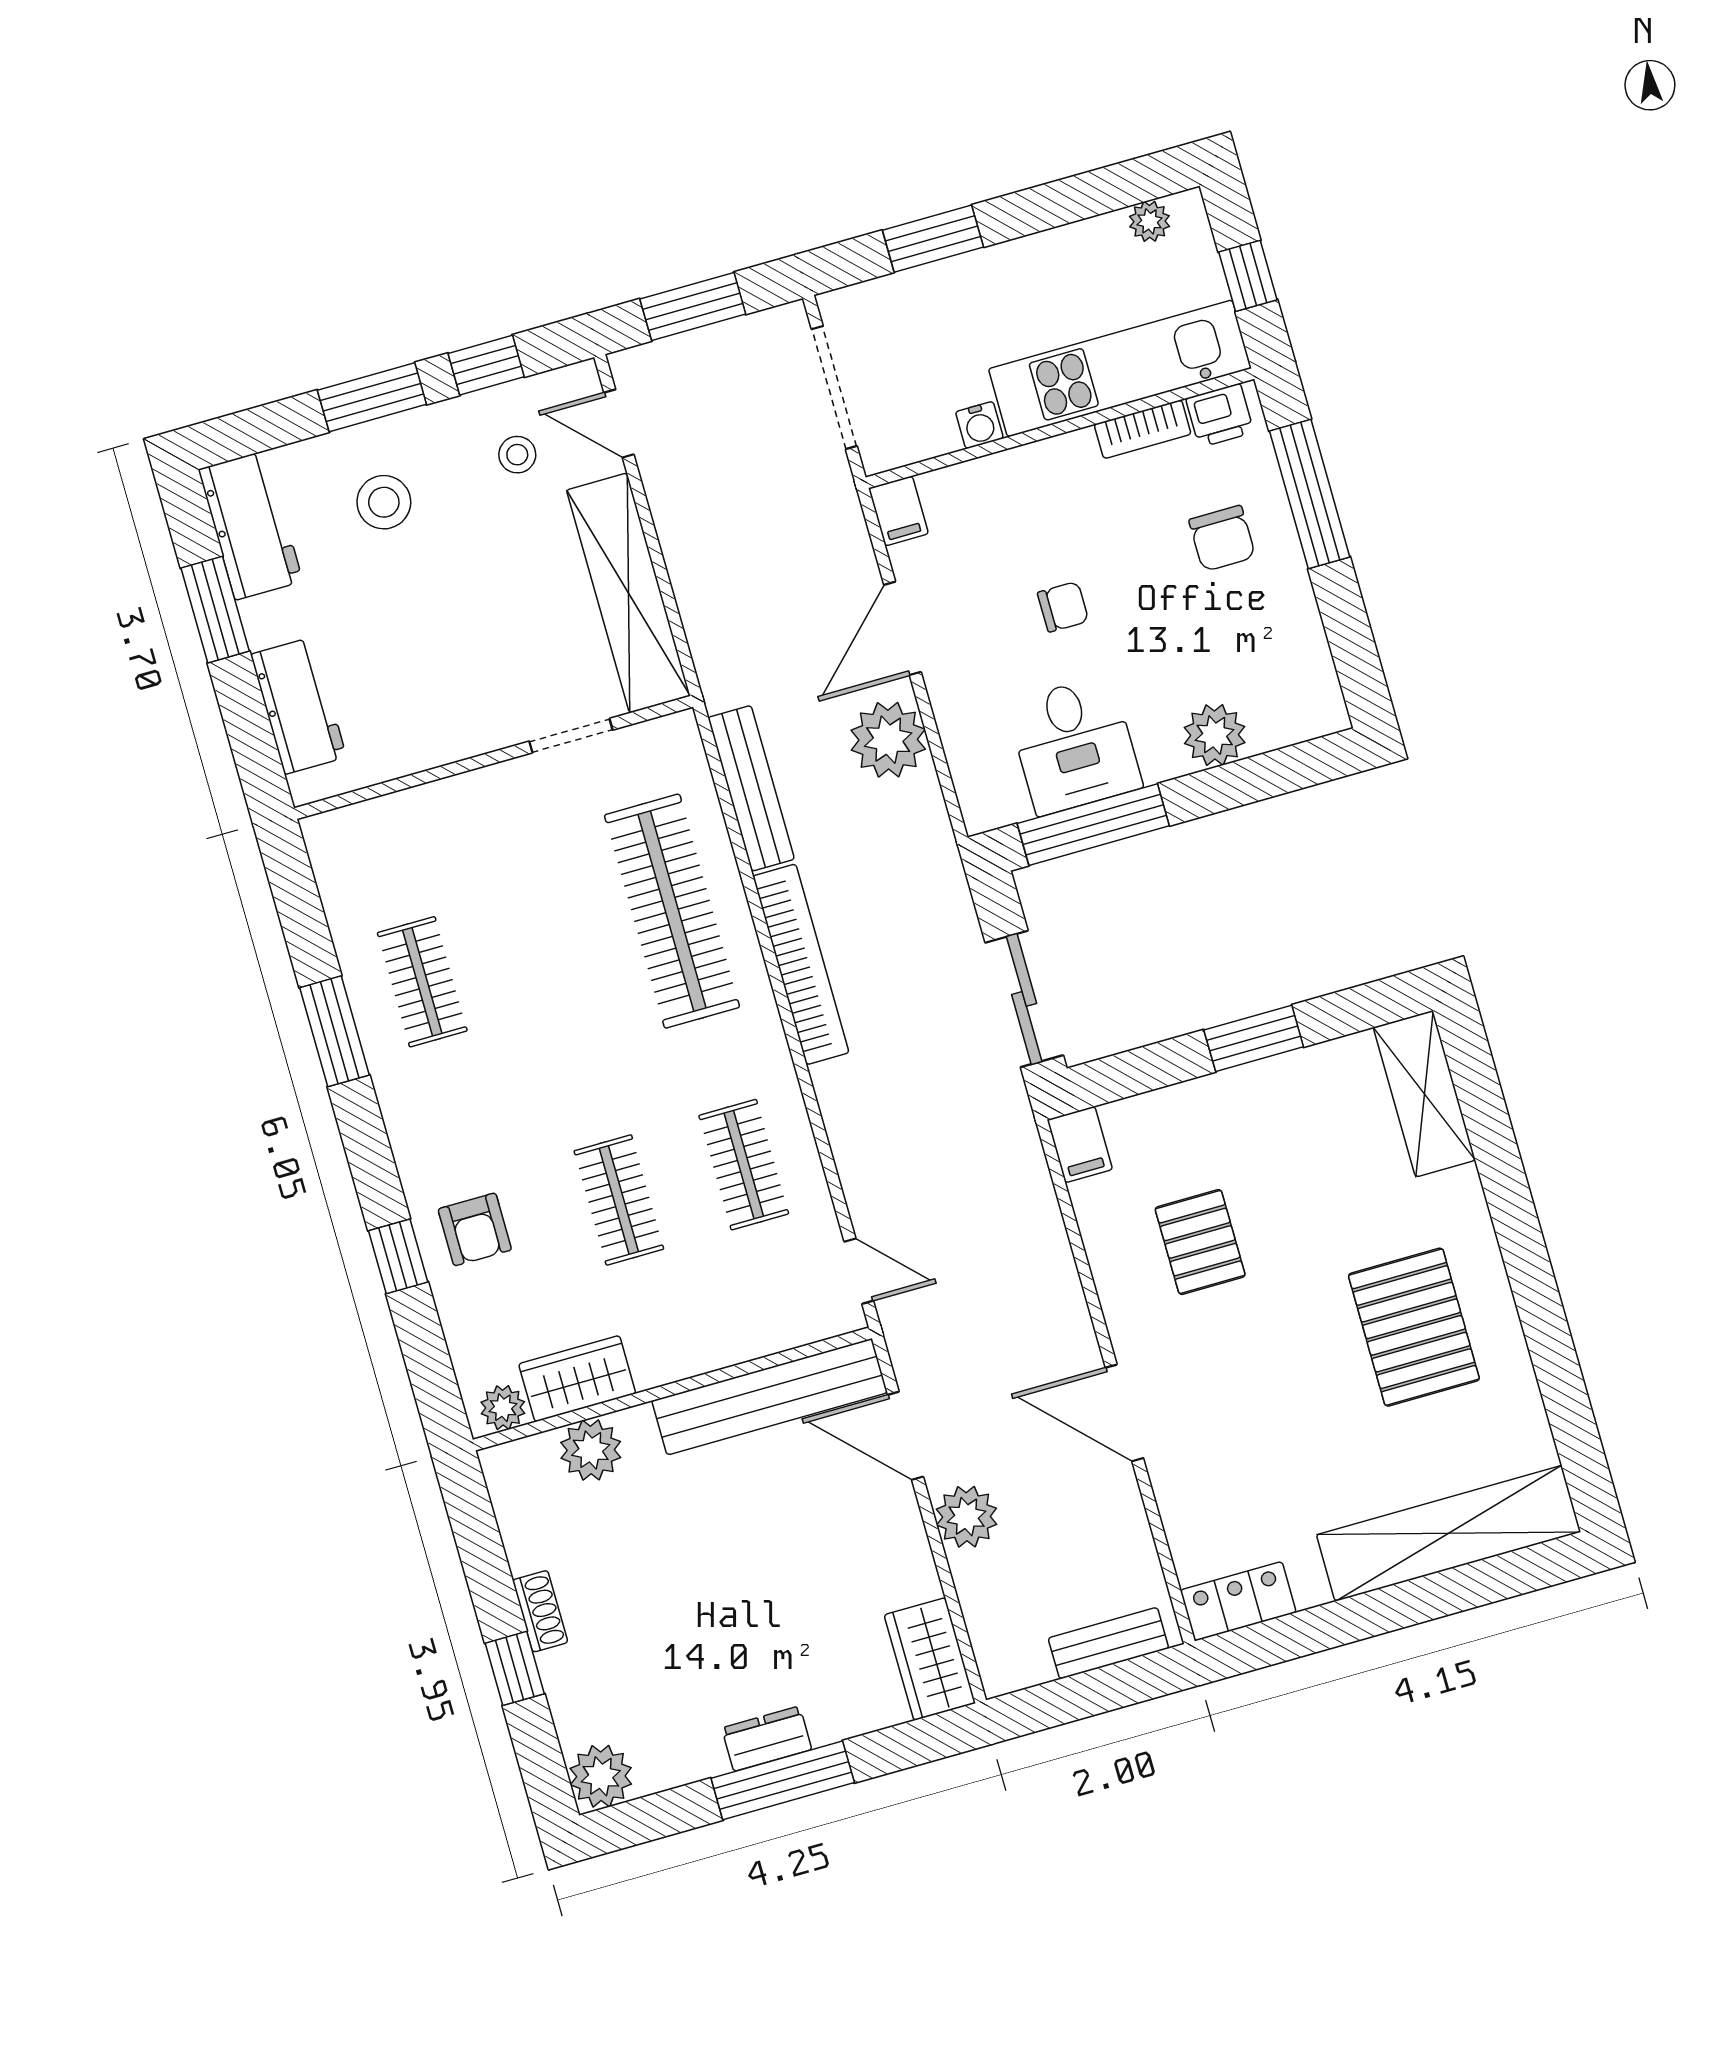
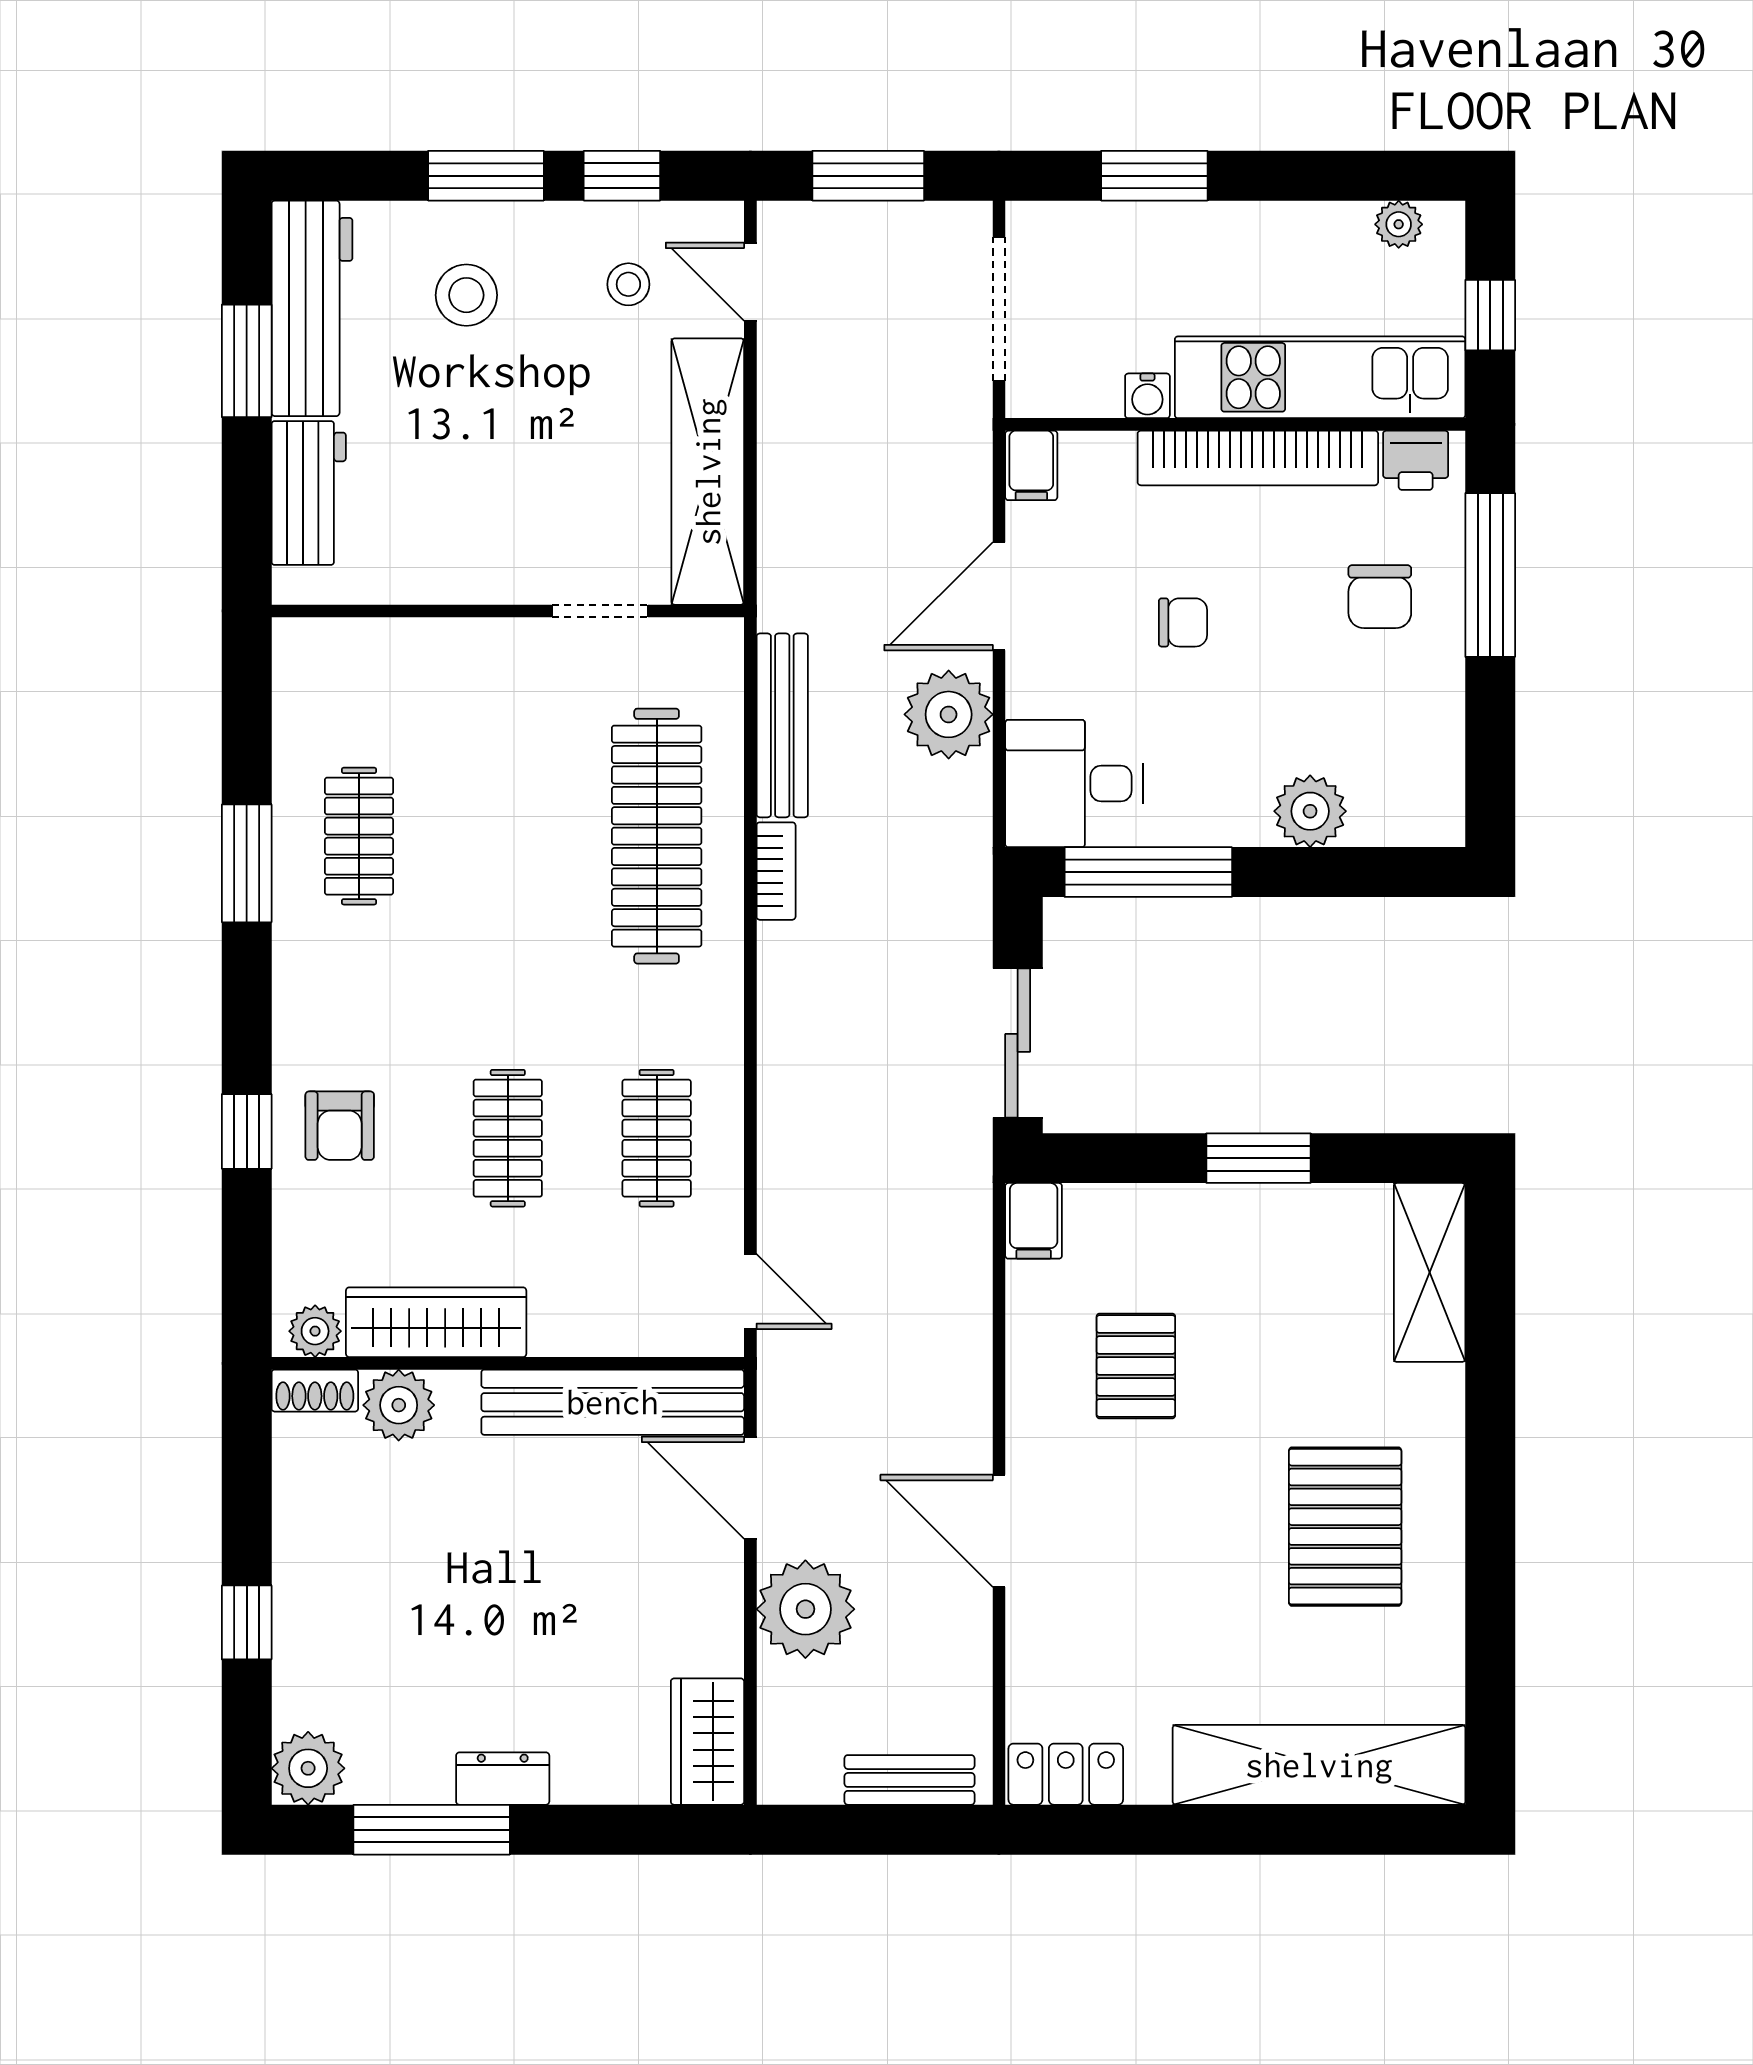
bookcase: (1143, 429) -> (1258, 458), width x2.31, depth x1.31
workbench: (250, 525) -> (312, 308), width x1.37
desk: (1074, 745) -> (1074, 784), moved, turned 90
bookcase: (801, 964) -> (776, 871), width x0.43, depth x0.76
wardrobe: (577, 1379) -> (436, 1322), width x1.50
plant: (967, 1517) -> (805, 1609), width x1.36, depth x1.36
shoe rack: (540, 1611) -> (315, 1391), moved, turned 90
window: (783, 1780) -> (432, 1830), moved

